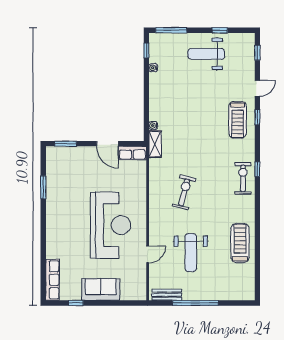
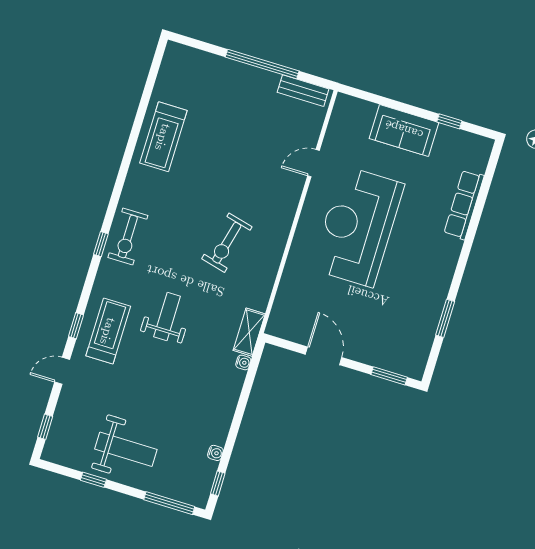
row of seats: (132, 153) -> (289, 329), removed
weight bench: (191, 253) -> (167, 316), moved, width x0.73, depth x0.75
row of seats: (52, 280) -> (464, 205), moved

